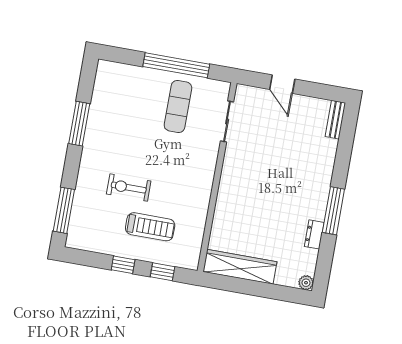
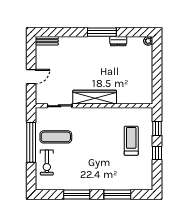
exercise bike: (129, 188) -> (47, 162), moved
window: (64, 210) -> (117, 194), moved
wardrobe: (240, 267) -> (95, 97), moved, turned 90

